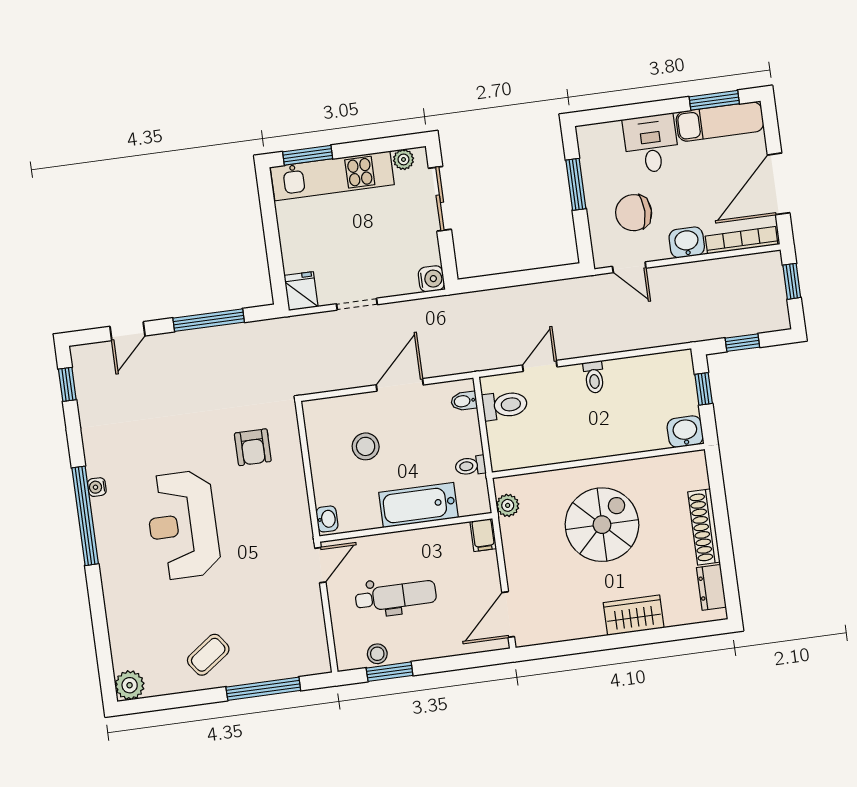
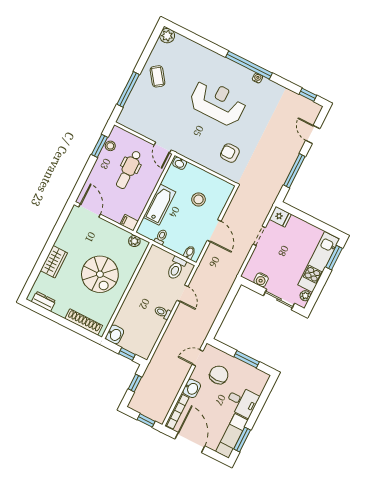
water cooler: (431, 279) -> (261, 280), moved
shoe rack: (704, 527) -> (84, 322), moved

